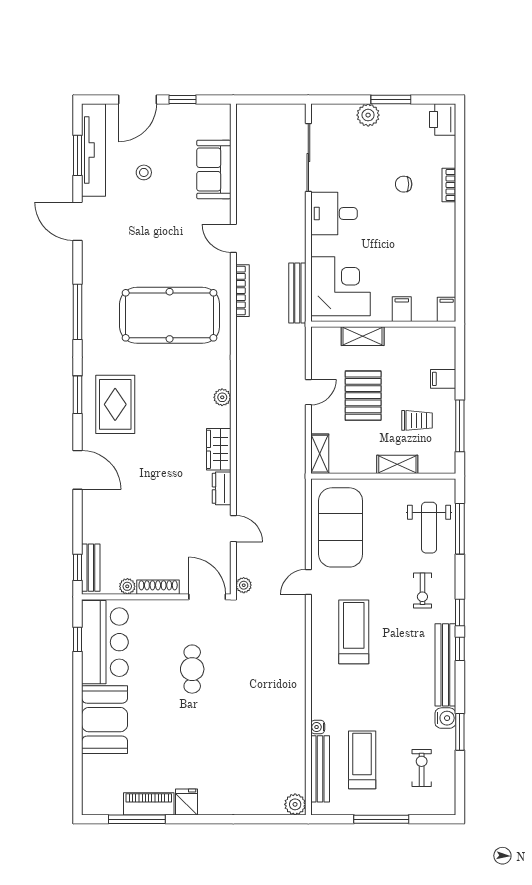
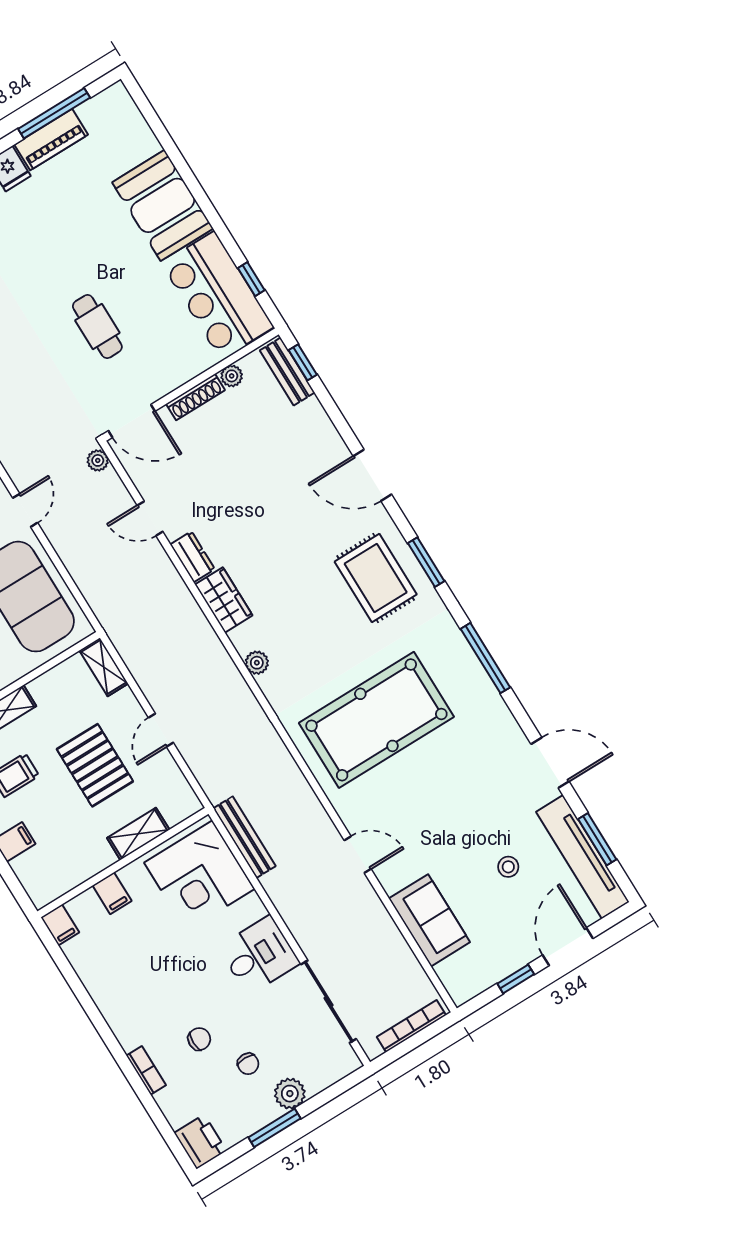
chair: (383, 150) -> (248, 1064), added
bookcase: (242, 291) -> (411, 1026), moved, turned 90

